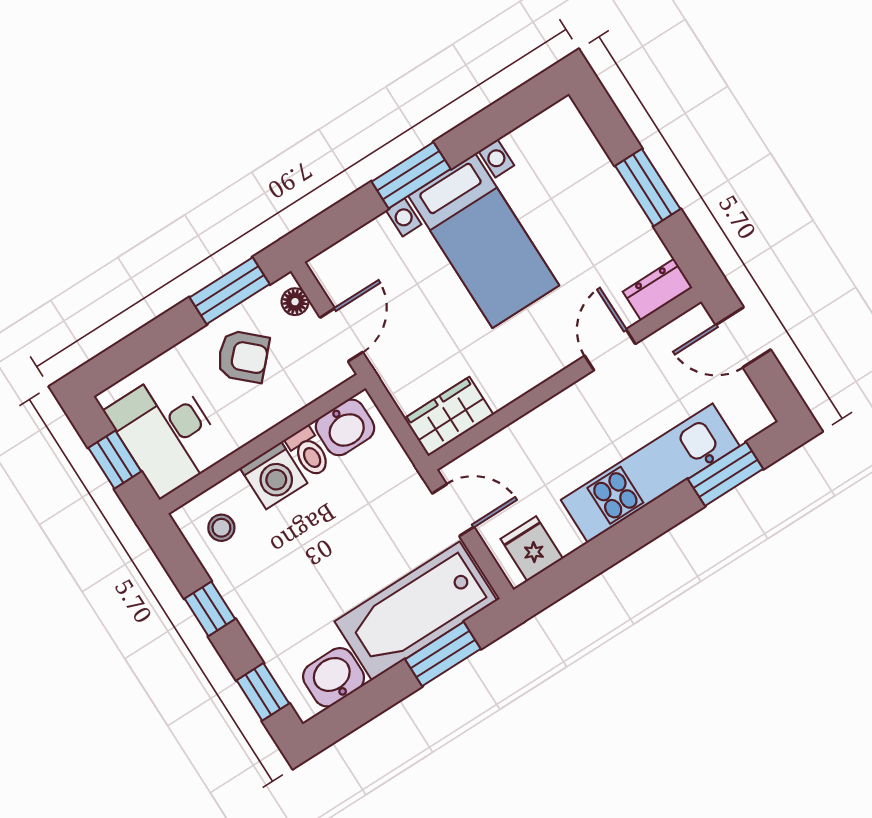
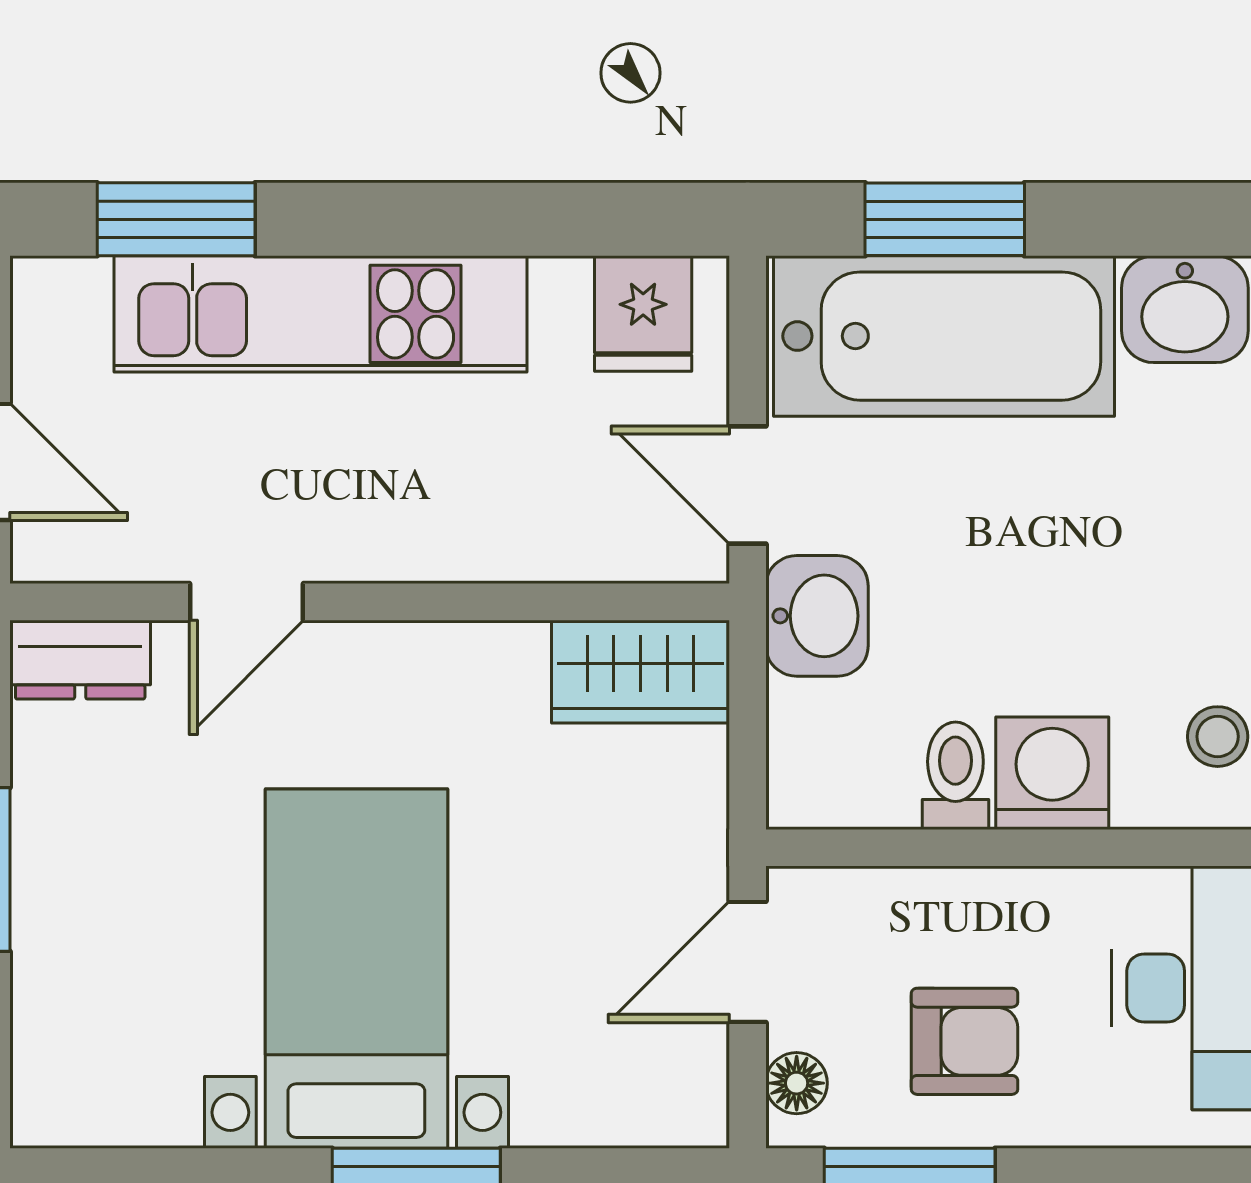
armchair: (243, 356) -> (965, 1041), turned 137
washbasin: (345, 427) -> (817, 616), moved, turned 90

